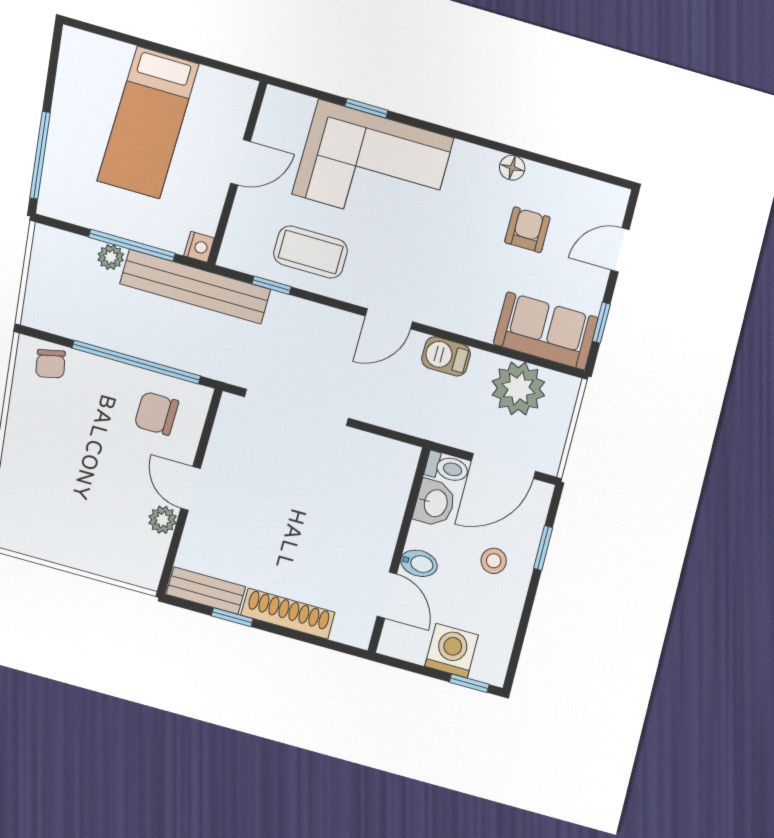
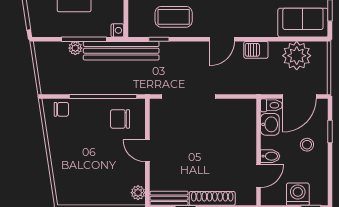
chair: (51, 364) -> (61, 109), turned -78
plant: (163, 520) -> (138, 193), moved
door: (387, 595) -> (258, 176), hinge flipped

